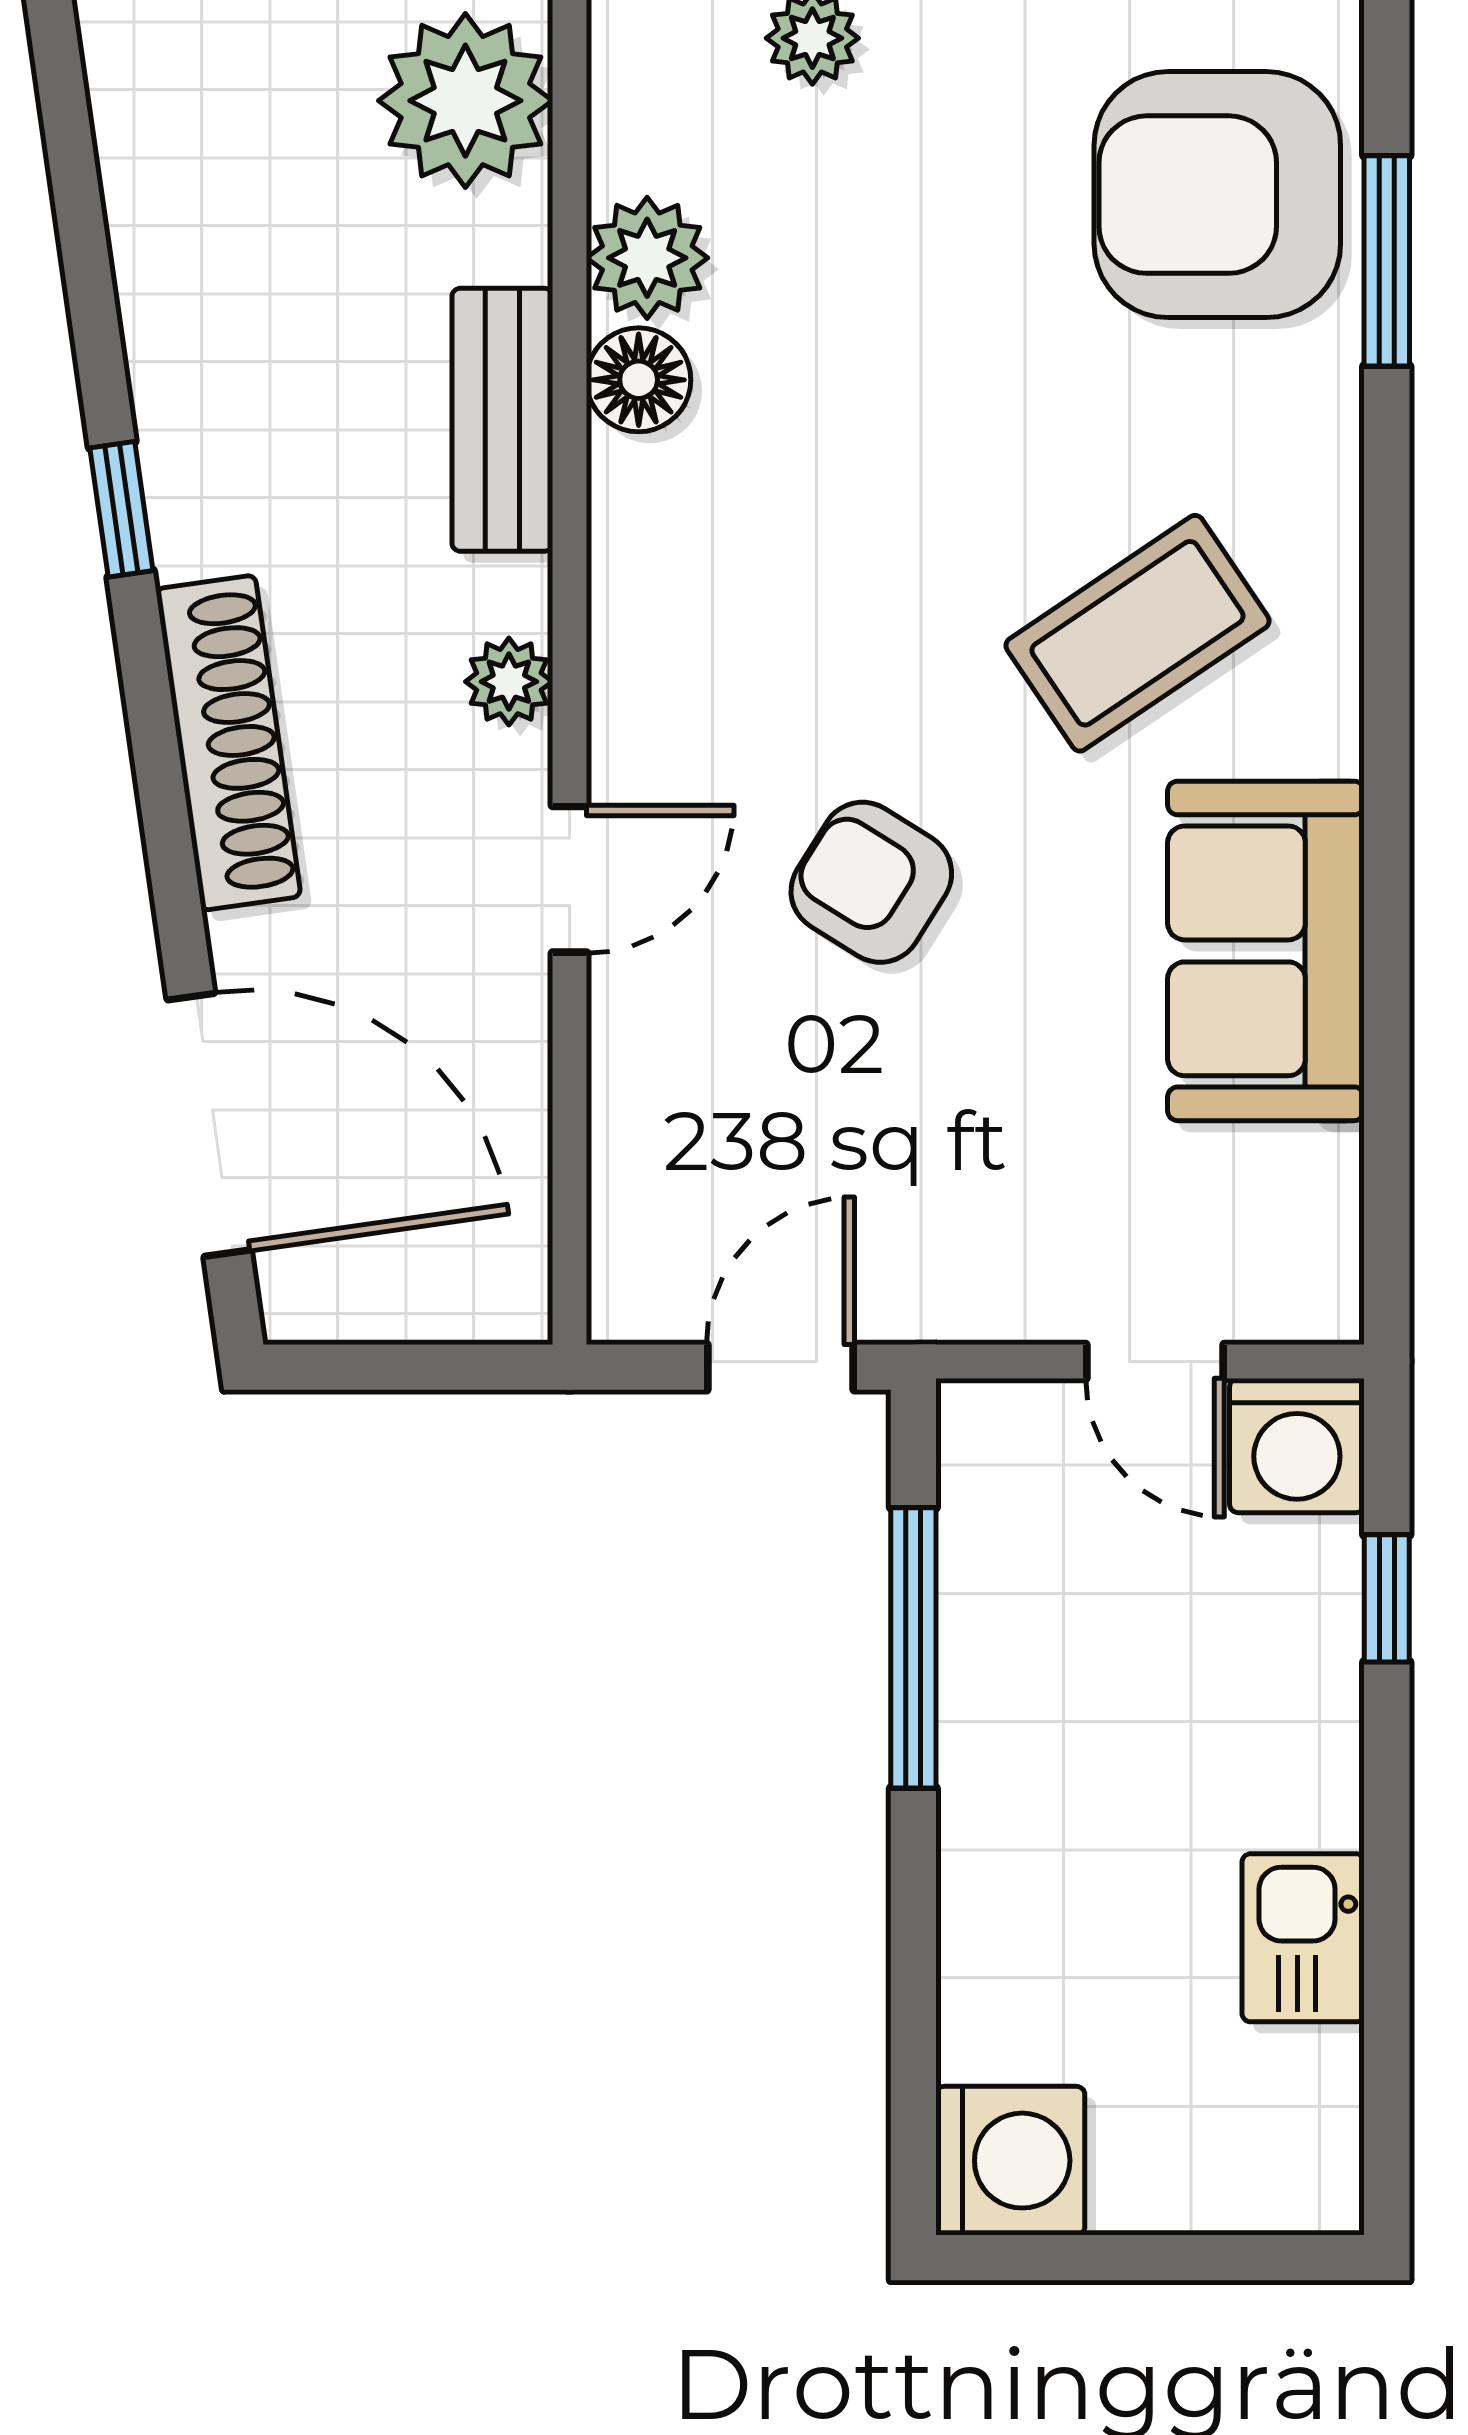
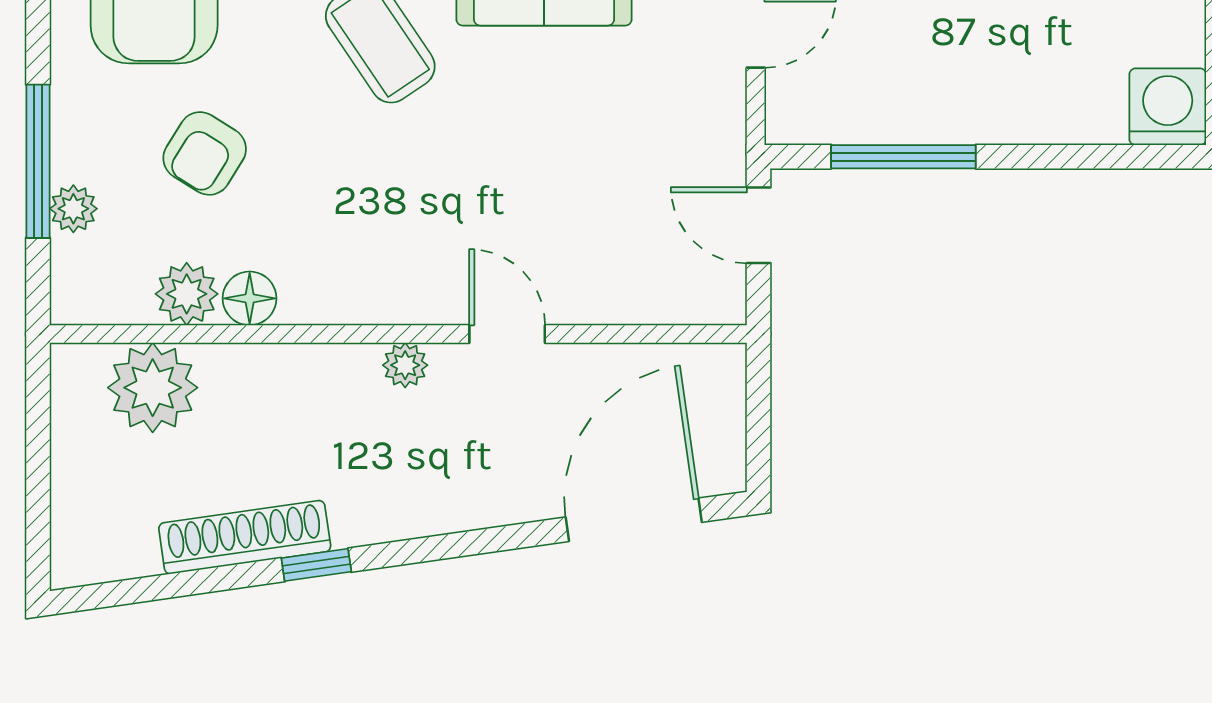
plant: (465, 101) -> (153, 388), moved
bench: (502, 420) -> (270, 369), removed
shoe rack: (228, 743) -> (245, 537), moved
armchair: (871, 882) -> (205, 153), moved

